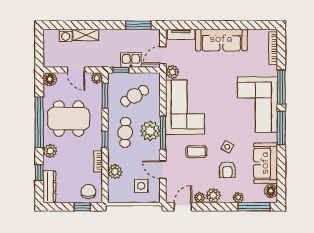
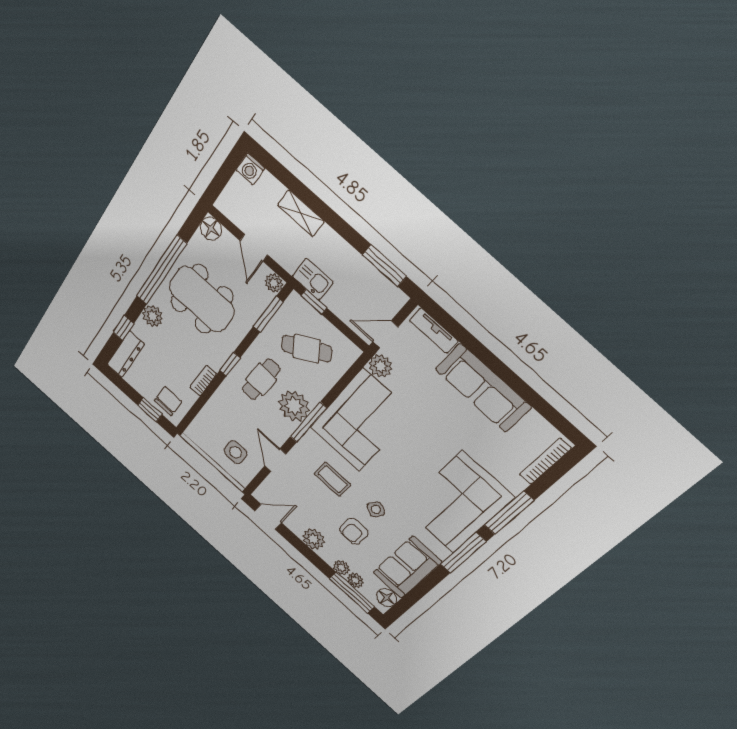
washing machine: (66, 35) -> (250, 169), moved
kitchen sink: (131, 60) -> (313, 279), moved
plant: (115, 172) -> (216, 409), removed
plant: (200, 197) -> (355, 580), moved

